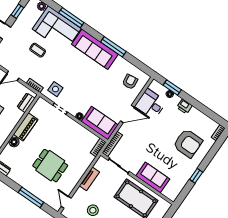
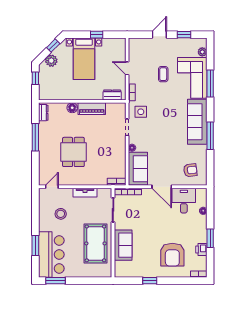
window: (172, 88) -> (210, 238), moved
printer: (184, 106) -> (201, 250), moved
window: (31, 197) -> (35, 137), moved

